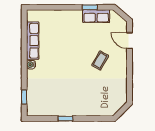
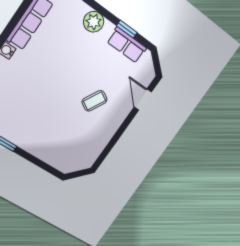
plant: (68, 17) -> (94, 22), added

